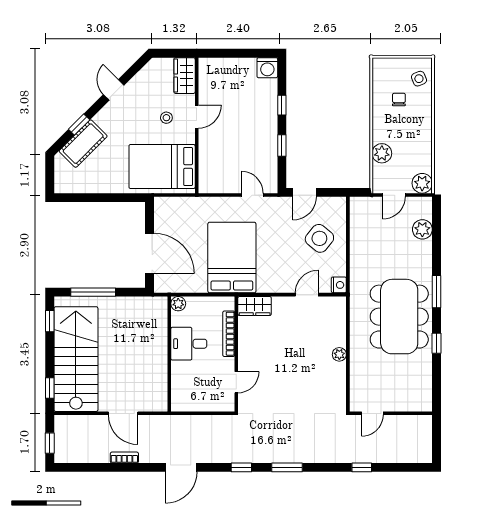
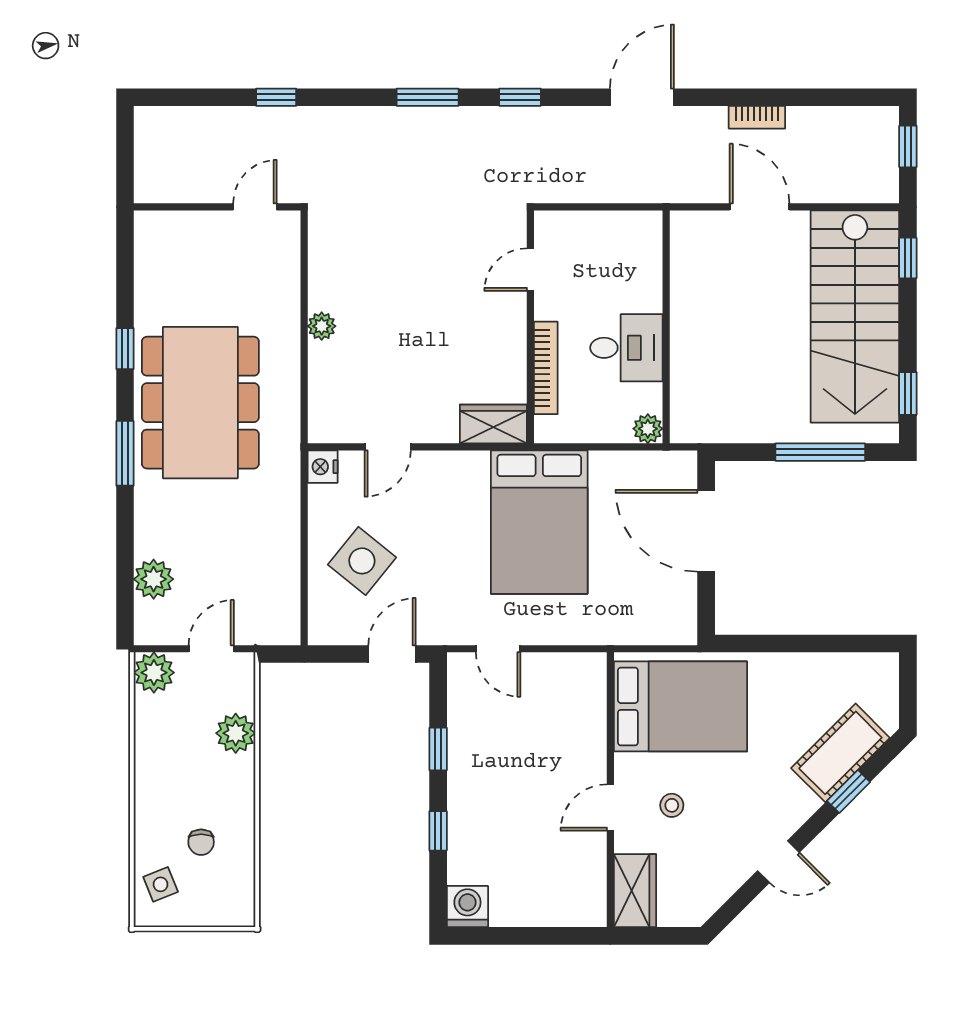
door: (114, 90) -> (778, 862), hinge flipped

